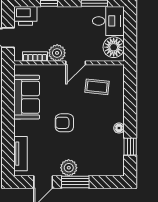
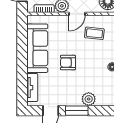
sofa: (27, 97) -> (37, 48), width x1.36
plant: (69, 168) -> (89, 99), moved

